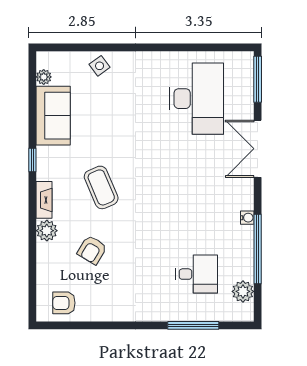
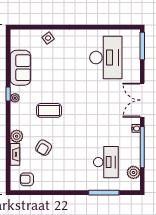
plant: (44, 77) -> (15, 98), moved
double door: (258, 149) -> (142, 100), moved
coffee table: (101, 187) -> (49, 110), turned -67
fireplace: (44, 200) -> (15, 154), moved
desk: (197, 274) -> (106, 162), width x1.37

